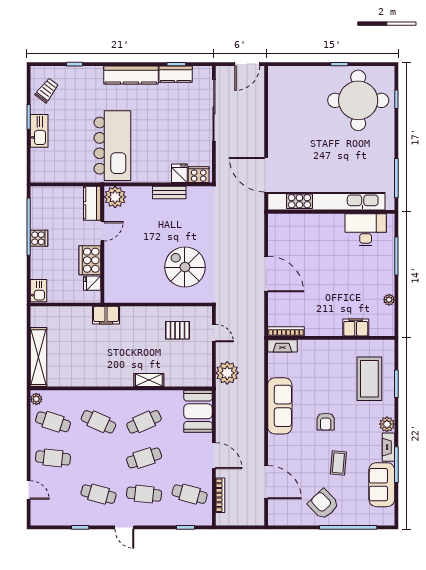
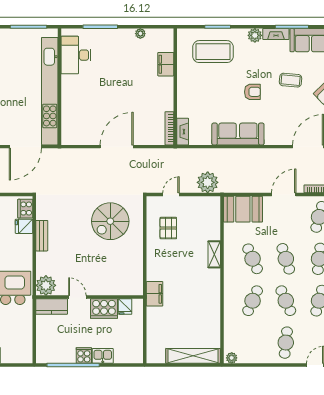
kitchen sink: (39, 291) -> (103, 356), moved
cafe table: (53, 422) -> (286, 301), moved, turned -42

